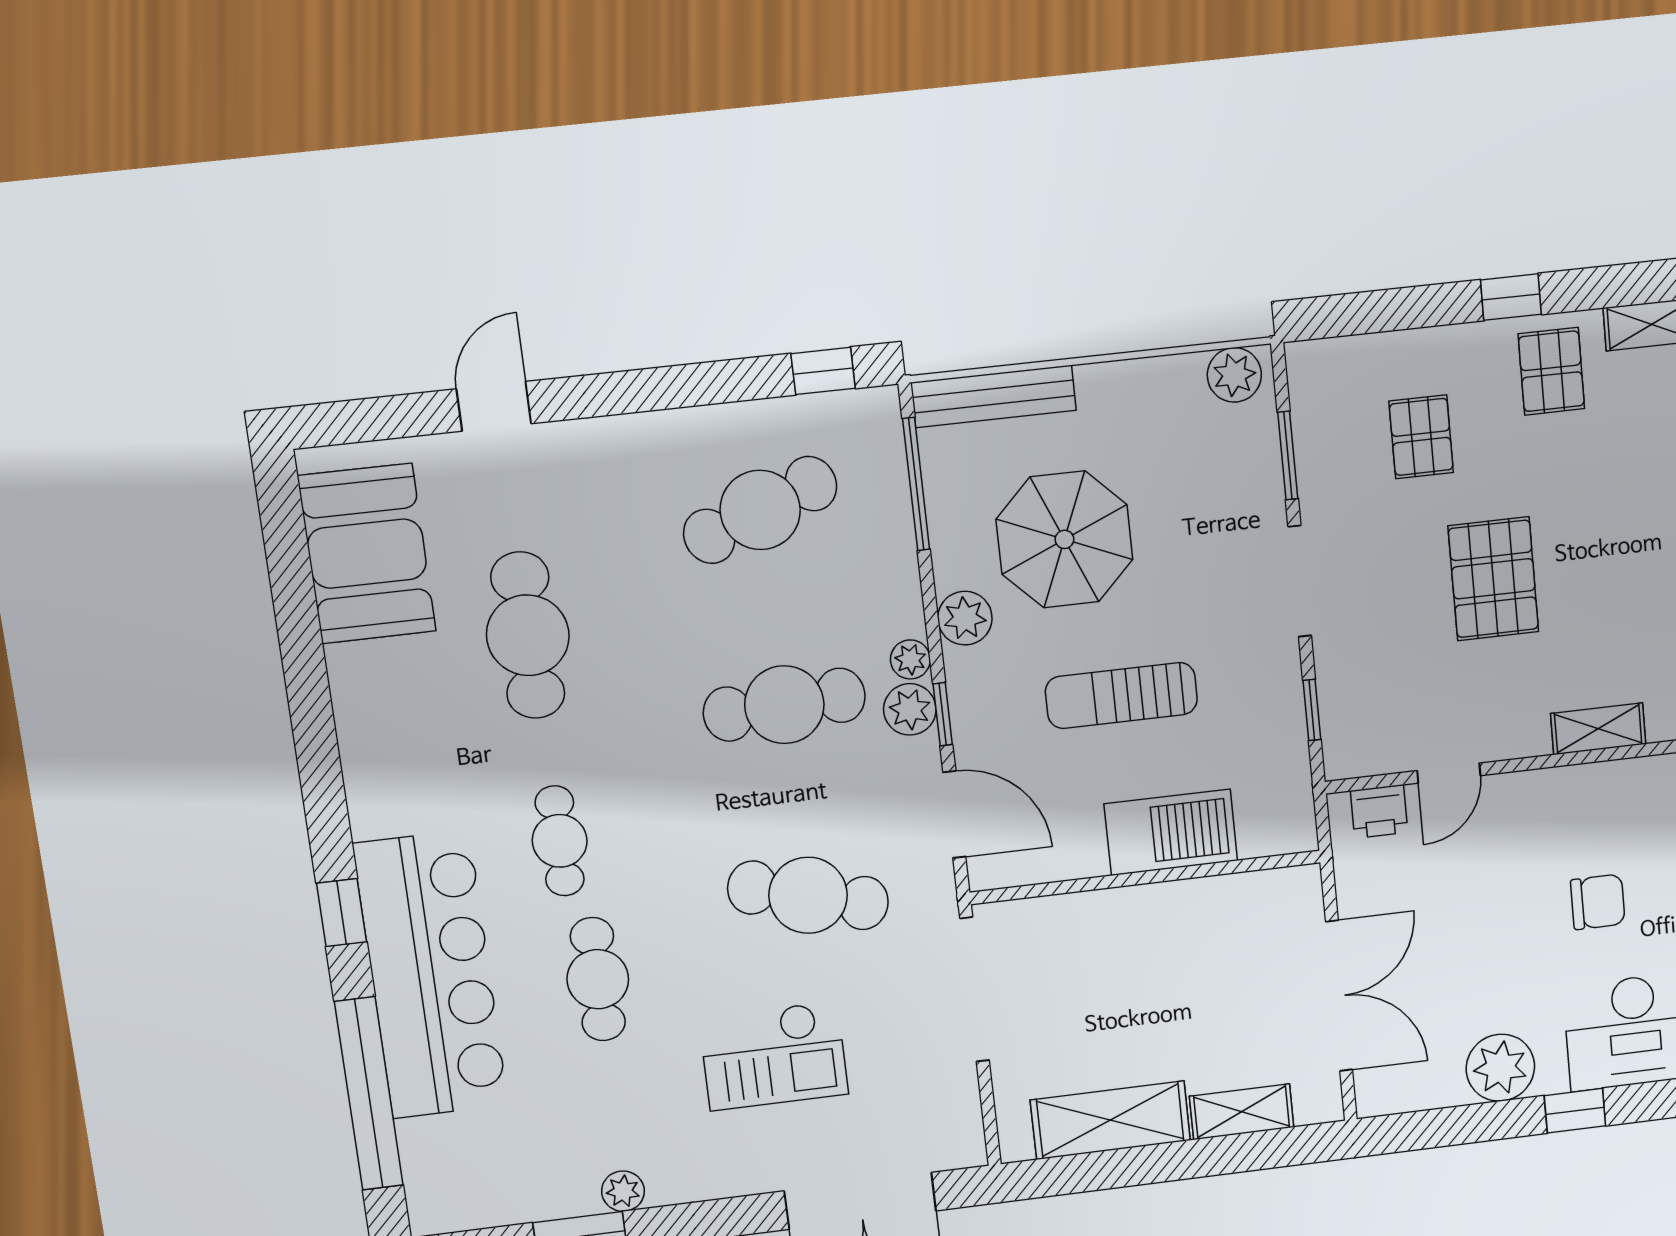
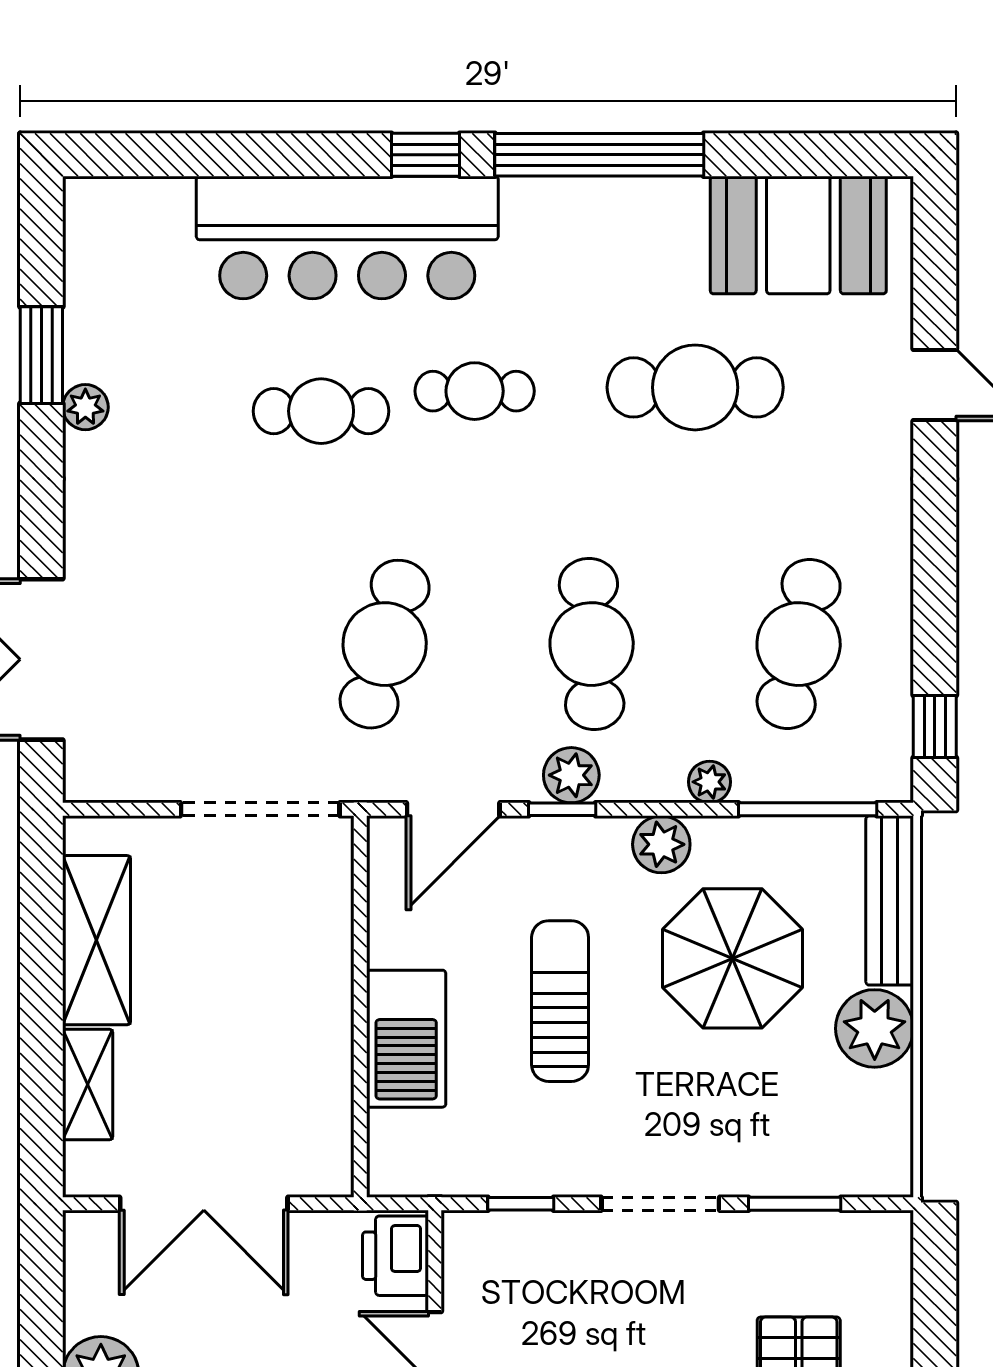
plant: (1234, 375) -> (875, 1028), moved, width x1.36, depth x1.36
cafe table: (760, 510) -> (799, 644), turned 33
plant: (910, 659) -> (710, 782), moved
printer: (1379, 811) -> (395, 1256), width x1.36, depth x1.24
checkout: (774, 1056) -> (214, 586), removed
window: (369, 1094) -> (599, 155), moved

